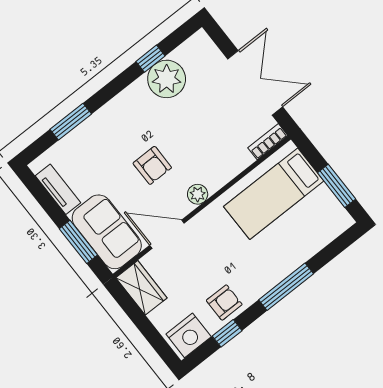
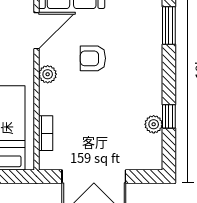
plant: (167, 79) -> (154, 124), width x0.53, depth x0.53
bookcase: (268, 142) -> (46, 133), moved

